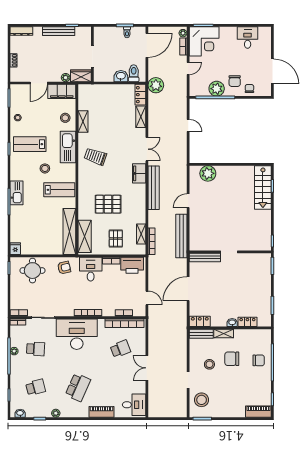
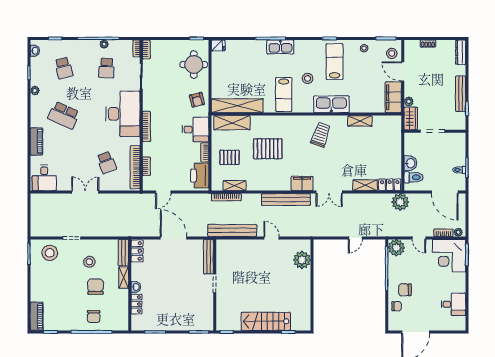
plant: (217, 89) -> (396, 248), moved
stool: (65, 118) -> (392, 53), moved
stairs: (263, 188) -> (266, 321), moved
pallet: (108, 204) -> (268, 149), turned 90

